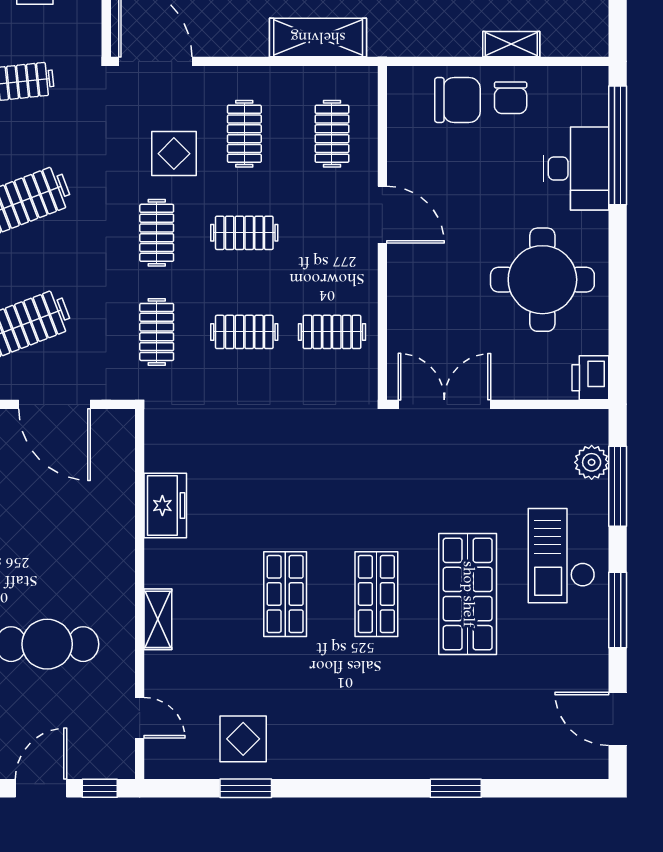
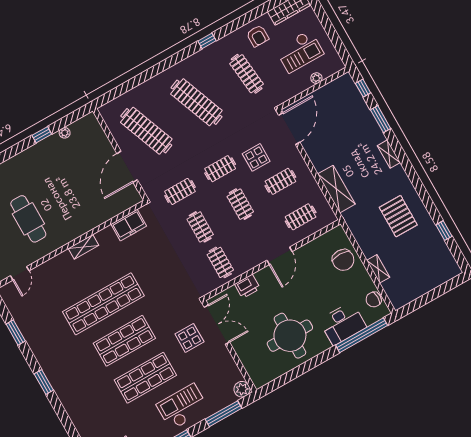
chair: (511, 98) -> (374, 300), moved
printer: (590, 378) -> (247, 286), moved, turned 180
plant: (592, 462) -> (242, 389), moved
freezer: (165, 505) -> (129, 225), moved
shop shelf: (285, 594) -> (103, 304), width x2.00, depth x1.36
shop shelf: (376, 594) -> (124, 341), width x1.43, depth x1.36
shelving: (158, 619) -> (84, 247), moved
display table: (243, 739) -> (189, 338), moved
window: (456, 788) -> (44, 382), moved

